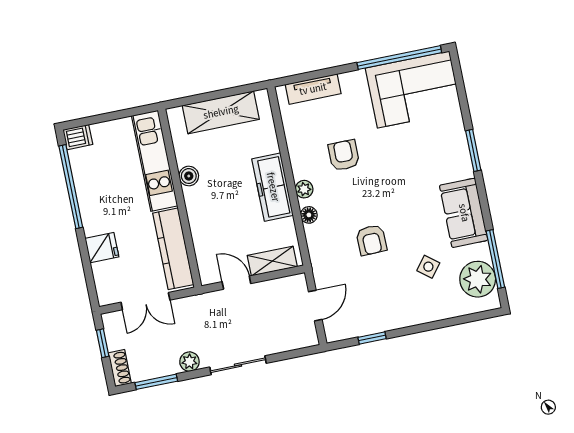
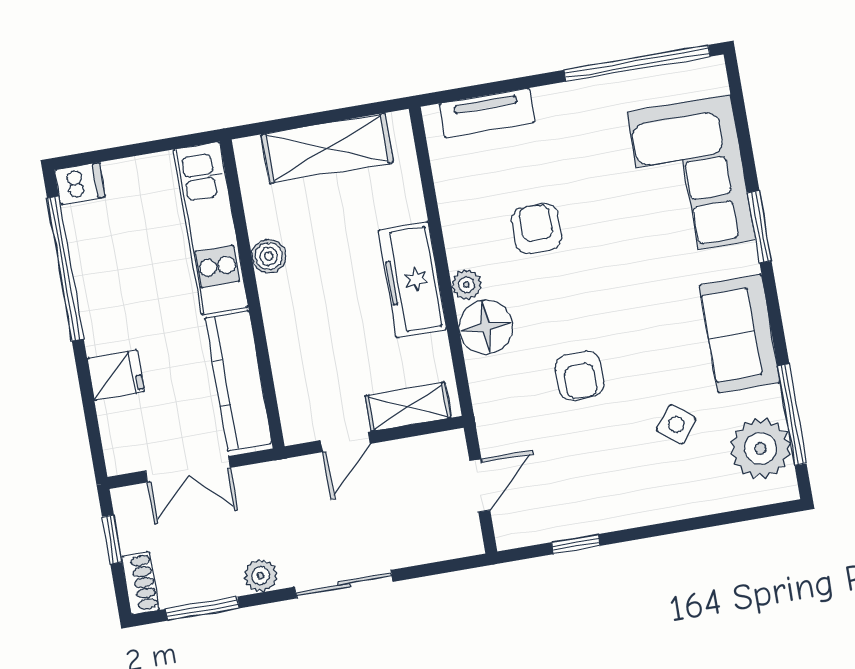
corner sofa: (413, 90) -> (691, 176), moved, turned 90
floor lamp: (309, 215) -> (486, 327), width x1.89, depth x1.89
door: (236, 283) -> (345, 442), swing flipped

